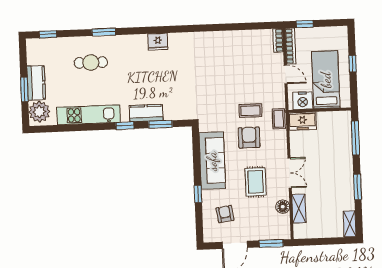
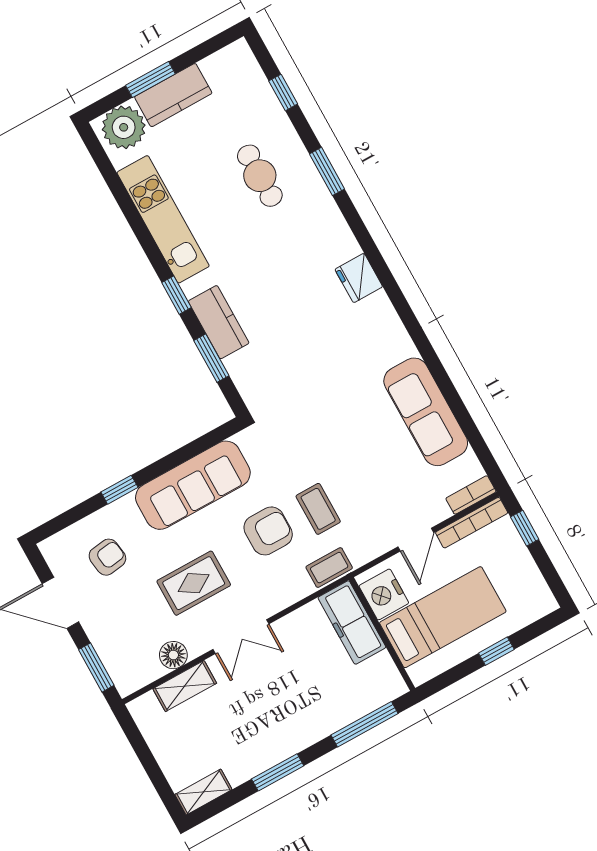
window: (48, 34) -> (283, 92), moved
sofa: (232, 42) -> (426, 412), added
freezer: (302, 121) -> (352, 622), width x1.40

